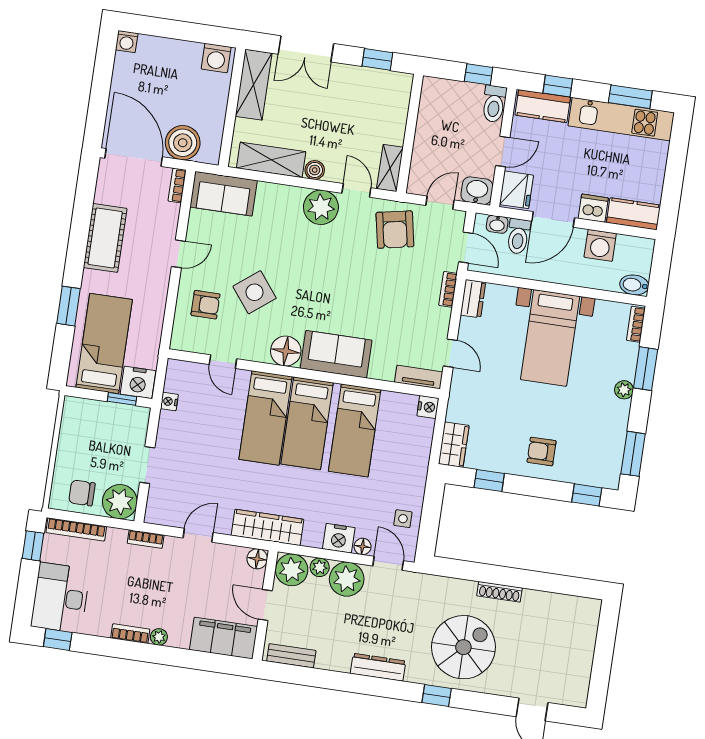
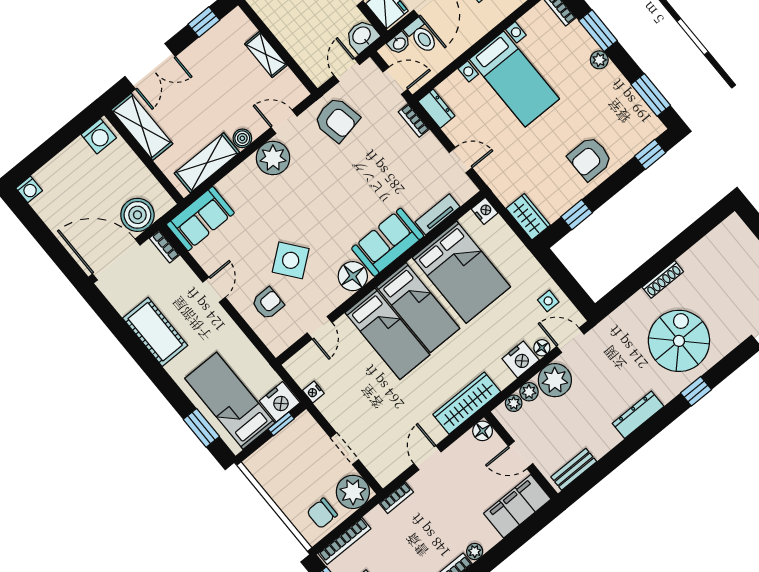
shelving: (390, 168) -> (266, 55), moved
window: (68, 306) -> (201, 428), moved
door: (223, 362) -> (320, 328), hinge flipped
tv unit: (419, 377) -> (437, 214), moved
bed: (355, 430) -> (461, 272), width x1.50
armchair: (542, 451) -> (590, 159), width x1.38, depth x1.38
plant: (292, 570) -> (514, 403), width x0.53, depth x0.53

